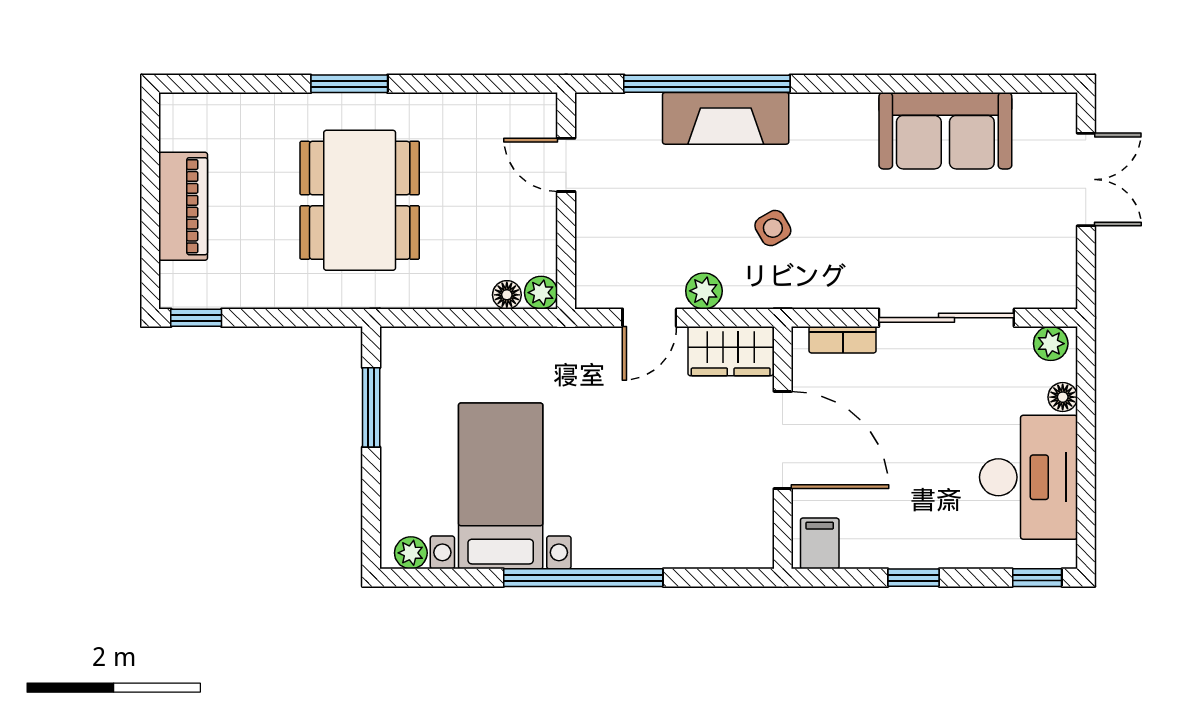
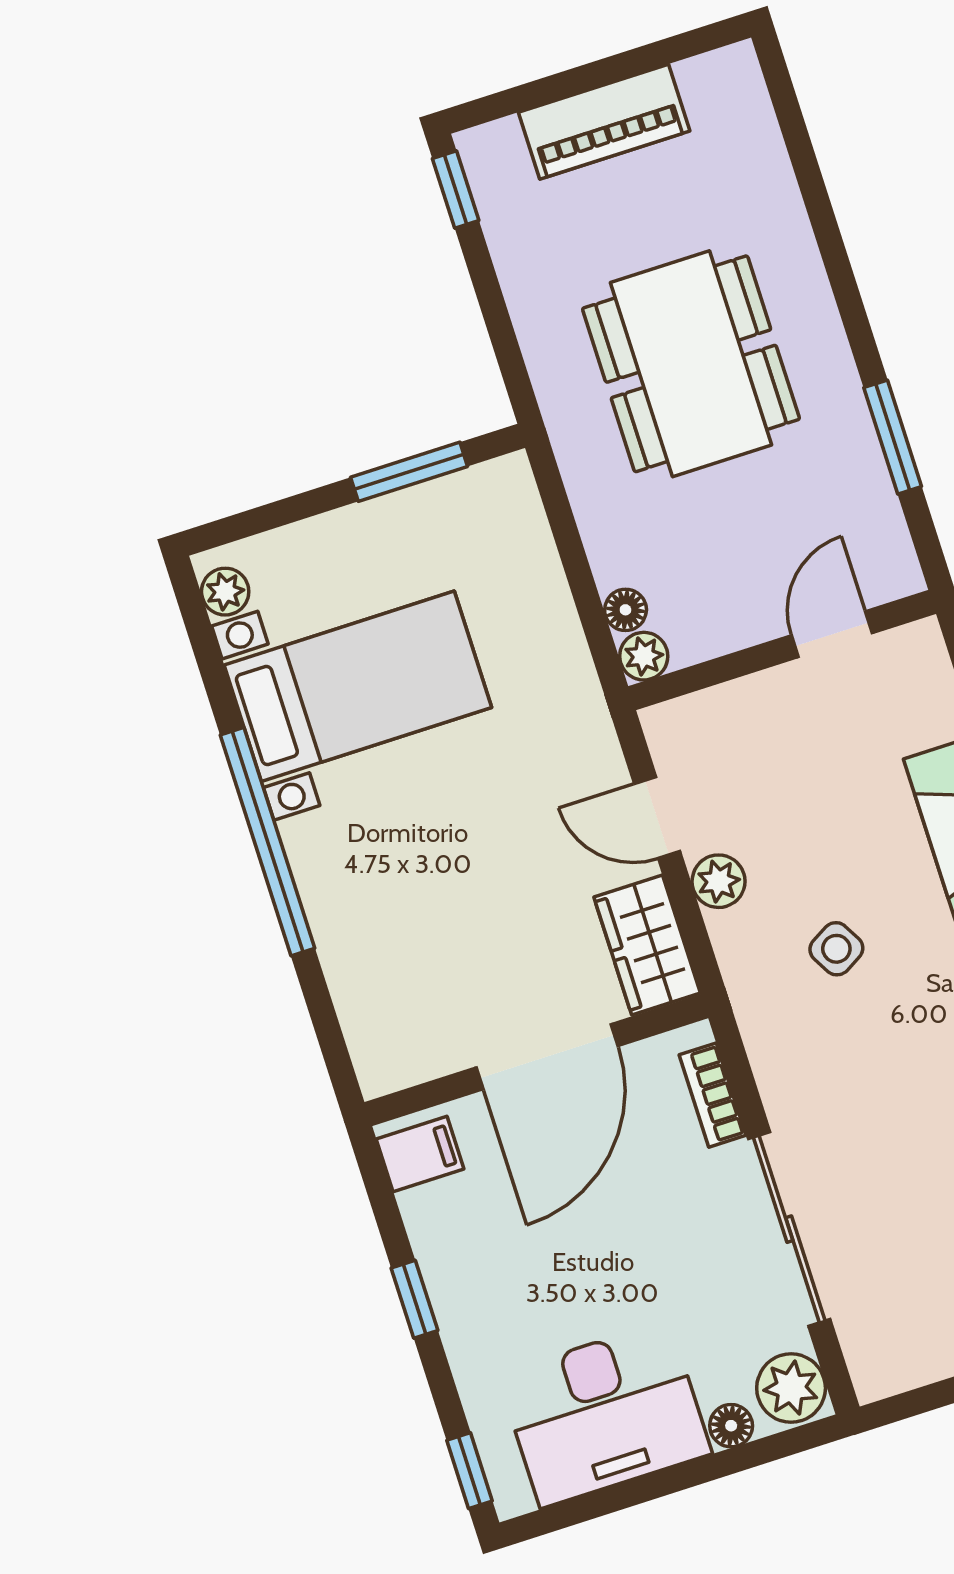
window: (349, 84) -> (893, 437), moved
dining table: (360, 200) -> (691, 364), turned 90
plant: (1051, 344) -> (791, 1388), width x1.38, depth x1.38

